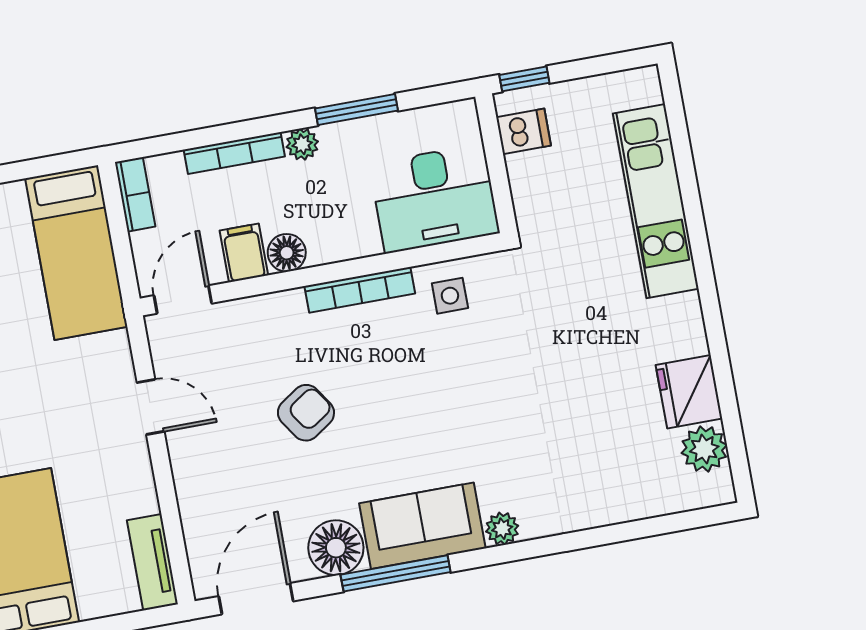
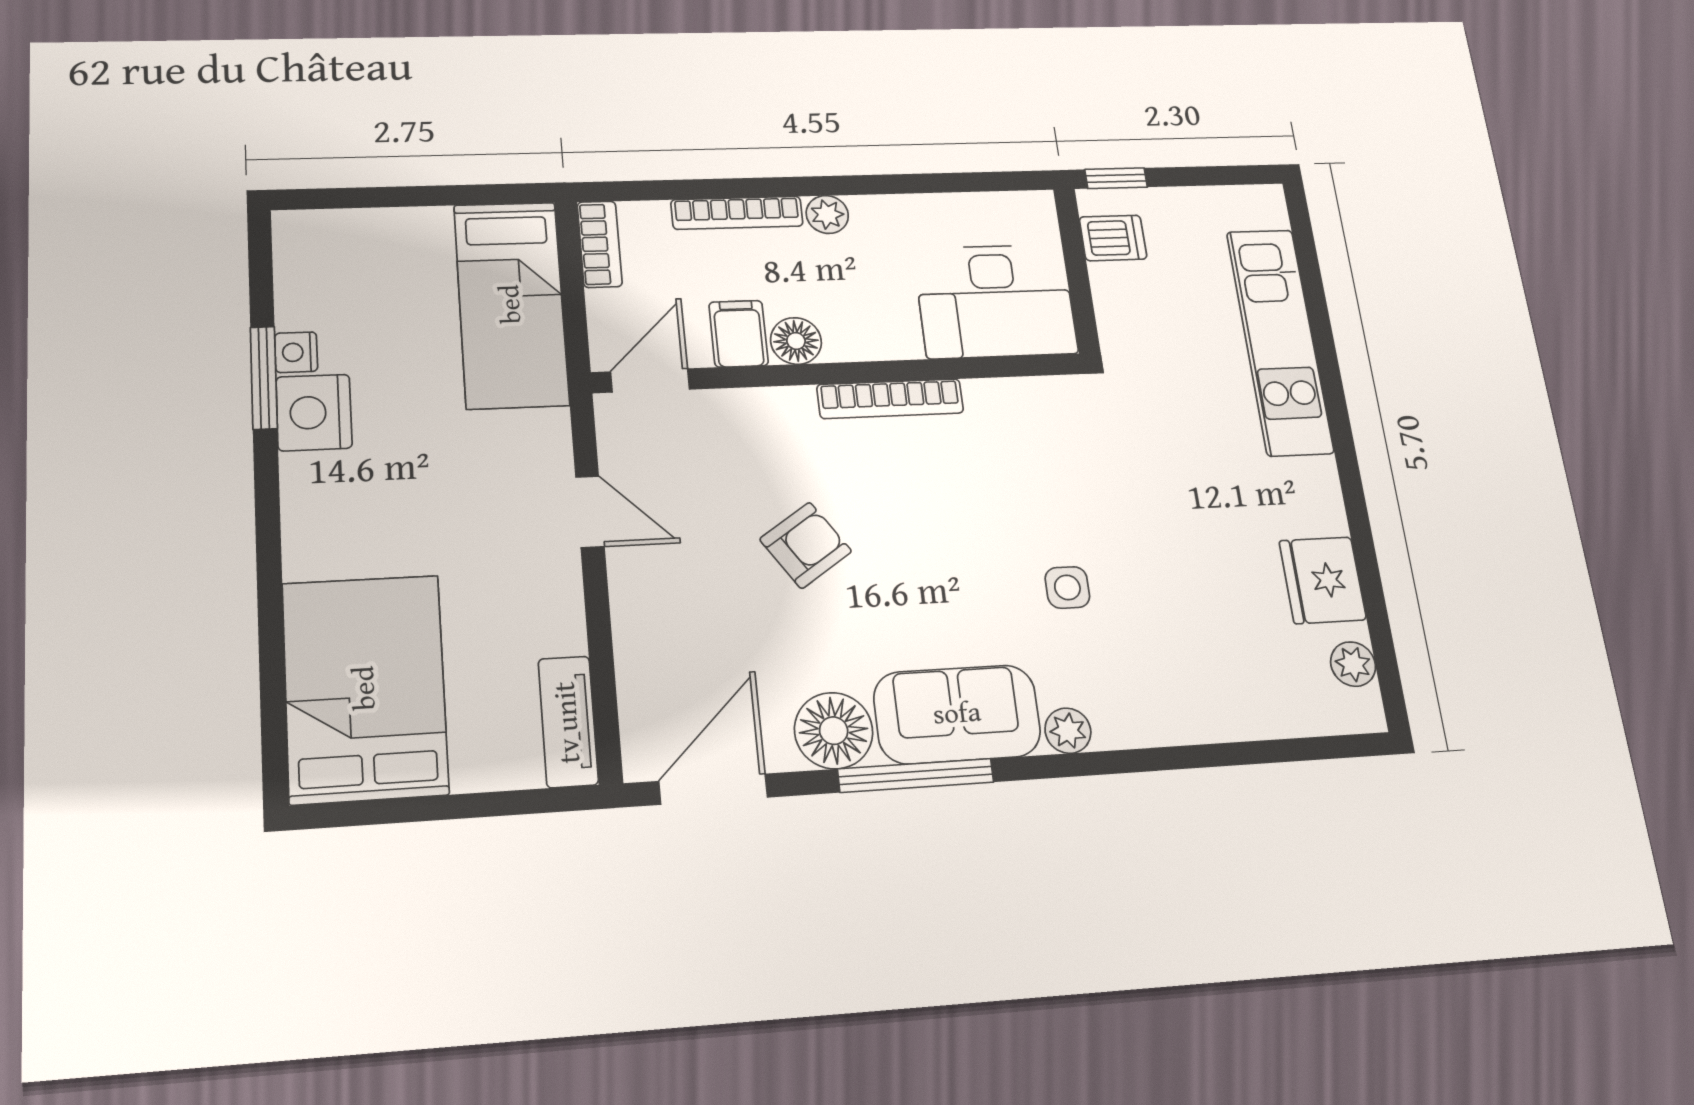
window: (356, 109) -> (901, 184), removed
side table: (450, 296) -> (1067, 587), moved
plant: (704, 449) -> (1353, 664), width x0.73, depth x0.73

